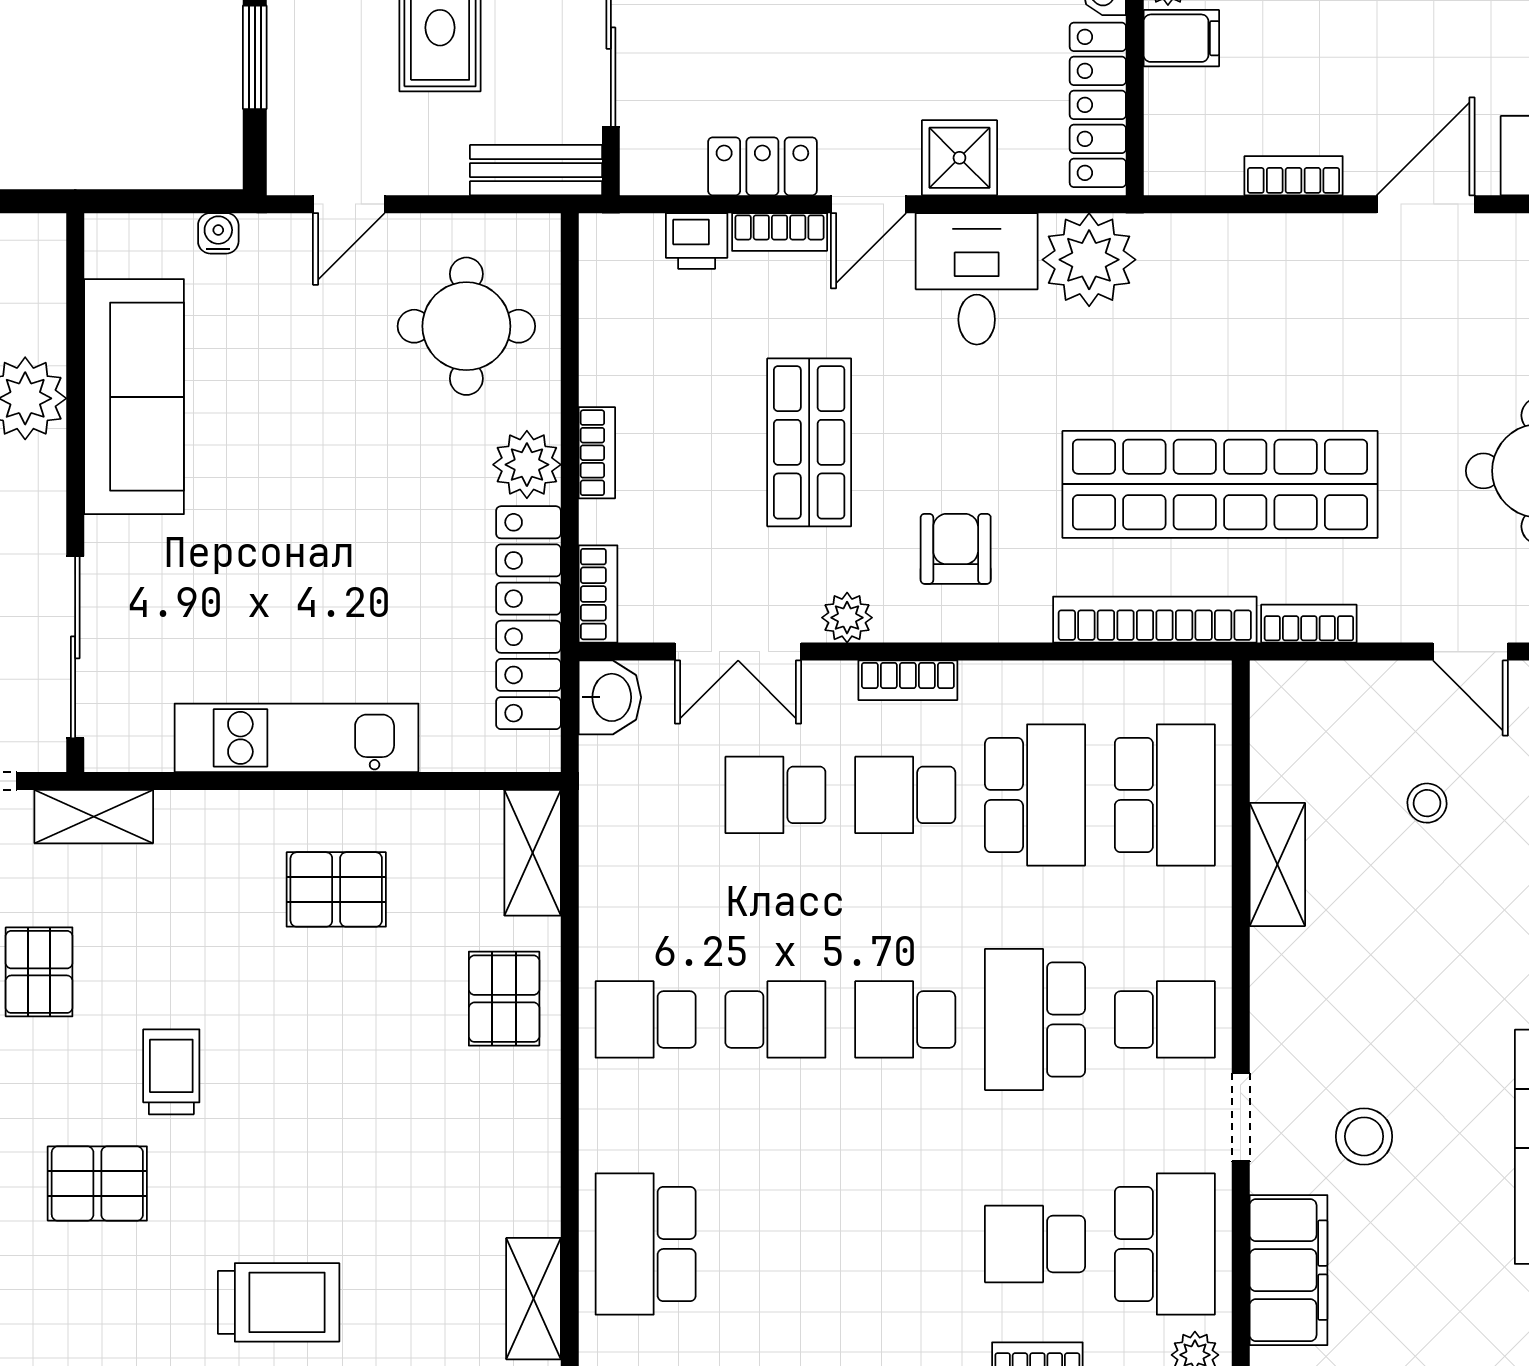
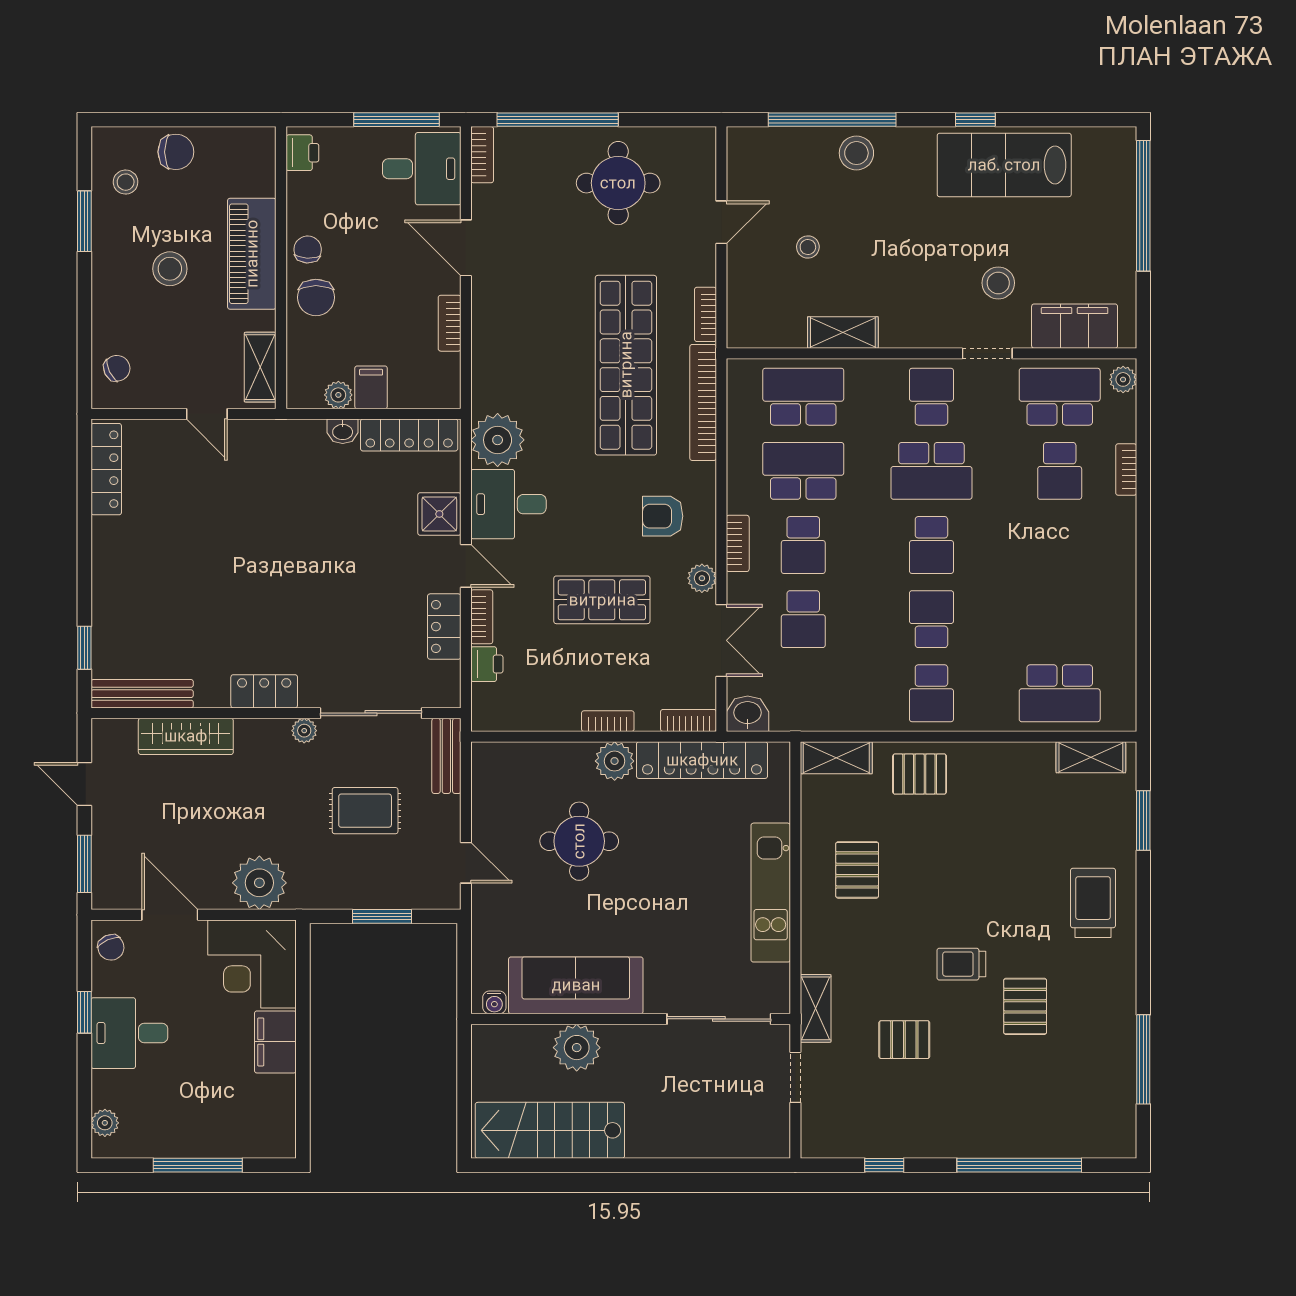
water cooler: (218, 233) -> (494, 1002), moved, turned -90
round table: (466, 326) -> (579, 841), moved

